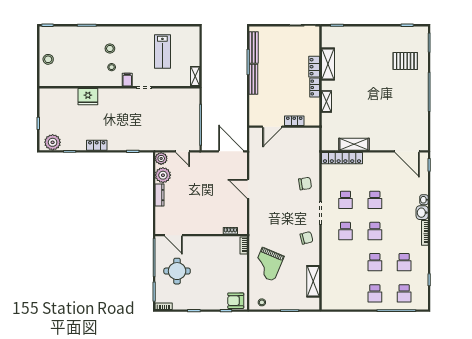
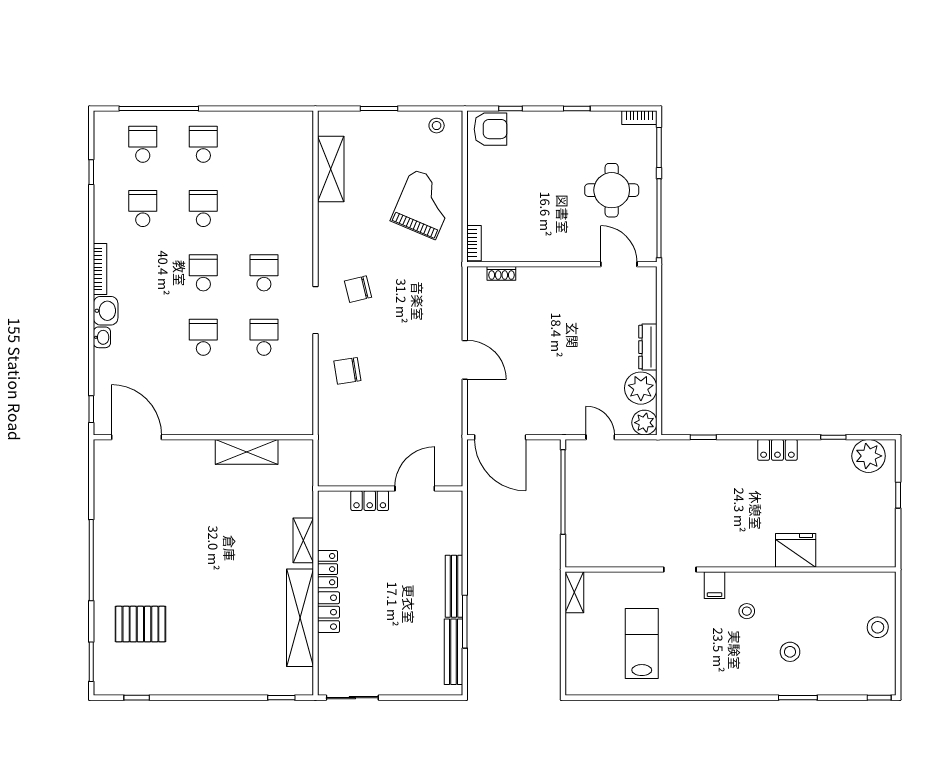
stool: (110, 49) -> (790, 652), moved
shelving: (328, 64) -> (300, 618), width x1.47
locker: (342, 158) -> (271, 423), removed
chair: (306, 238) -> (358, 289), moved

